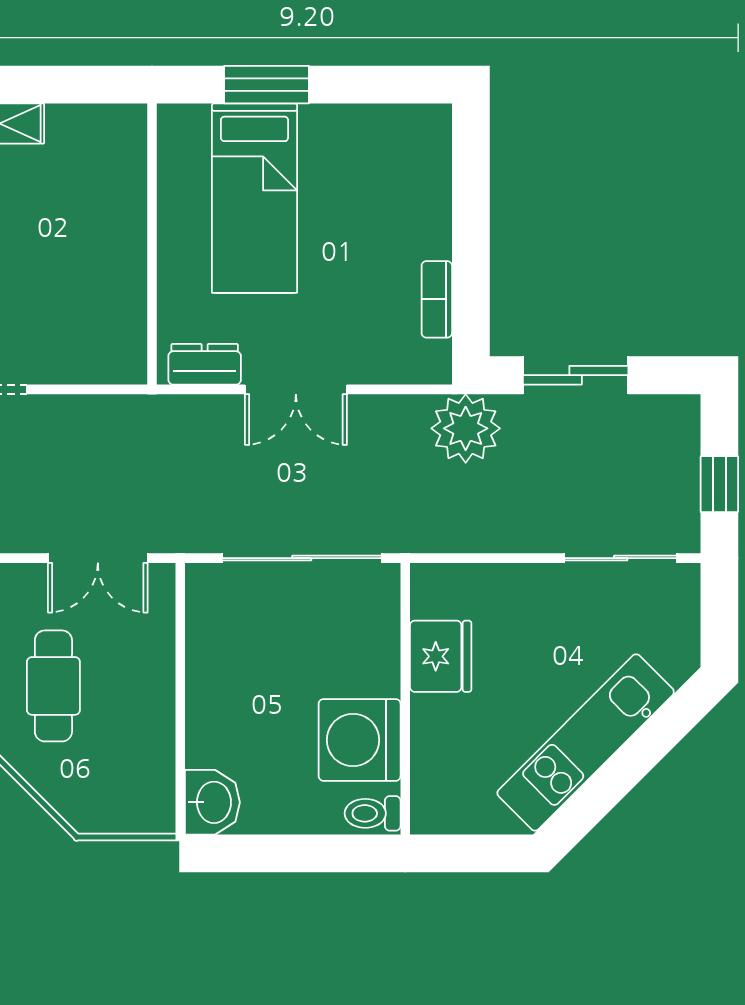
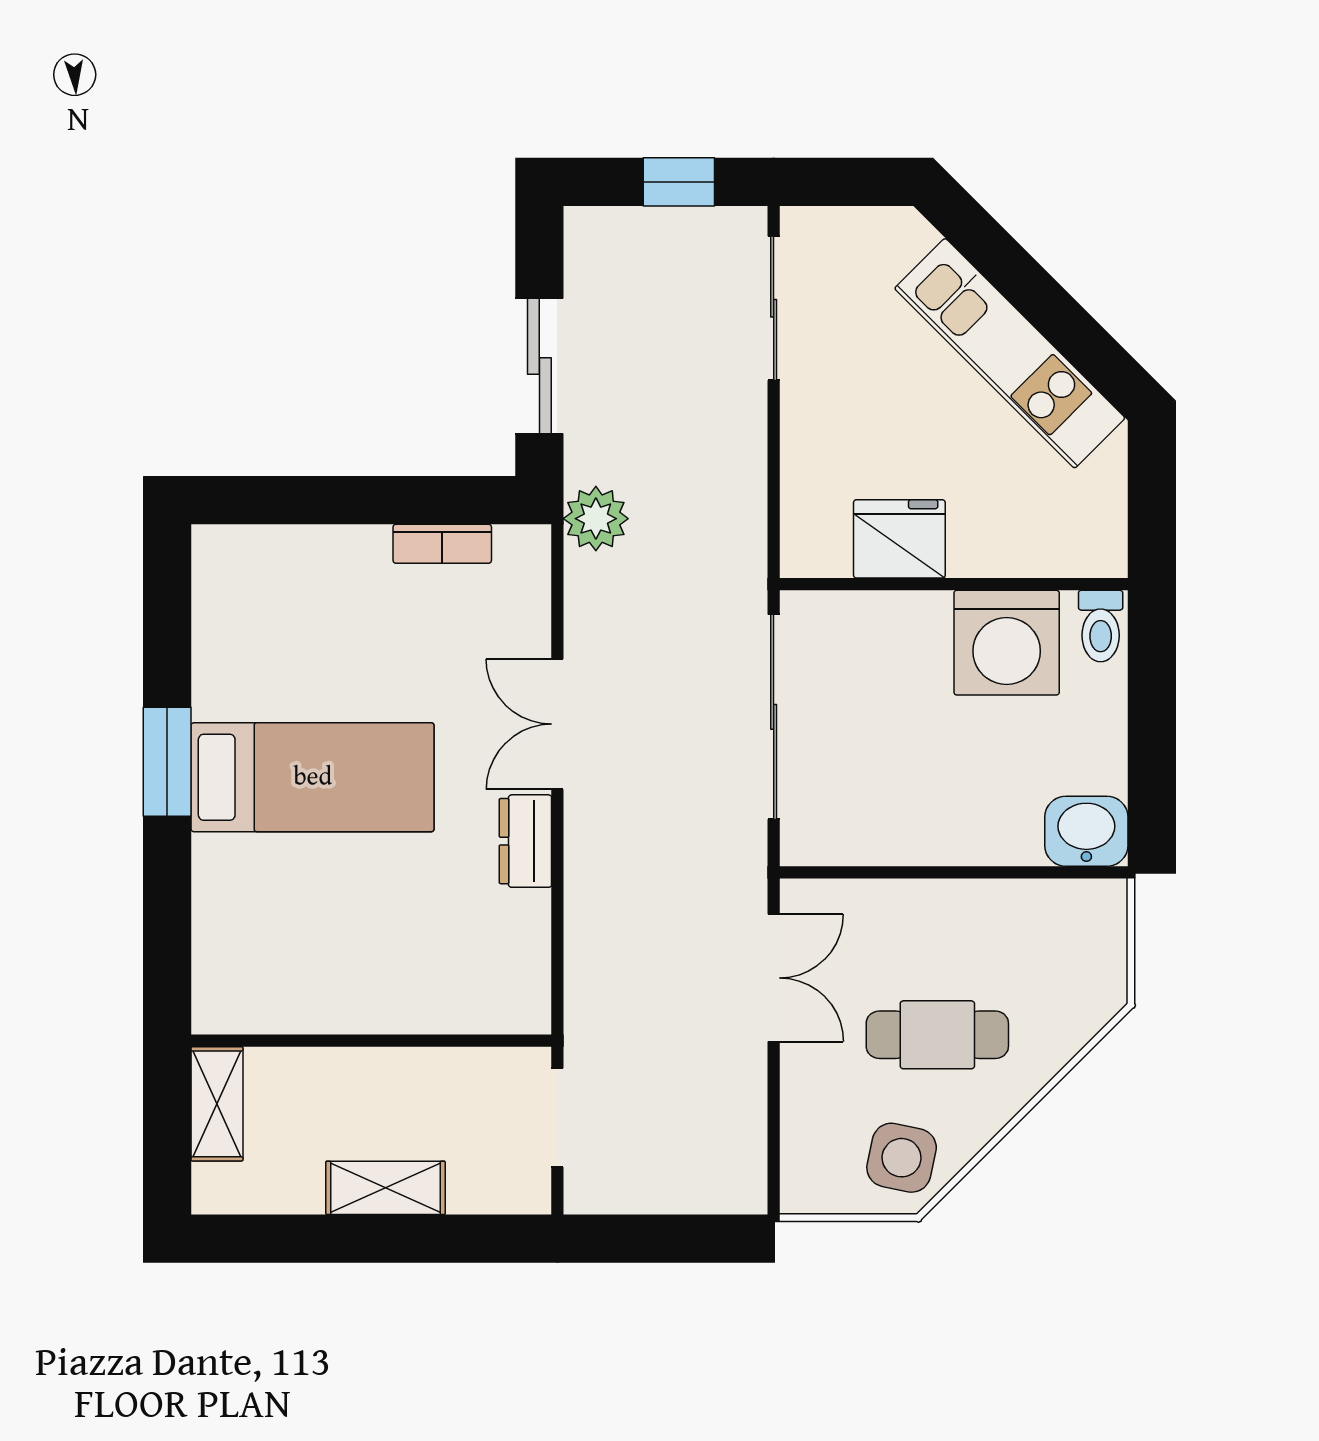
wall: (152, 244) -> (371, 1041), moved
double door: (296, 389) -> (557, 724), swing flipped
plant: (466, 428) -> (596, 519), width x0.73, depth x0.73

